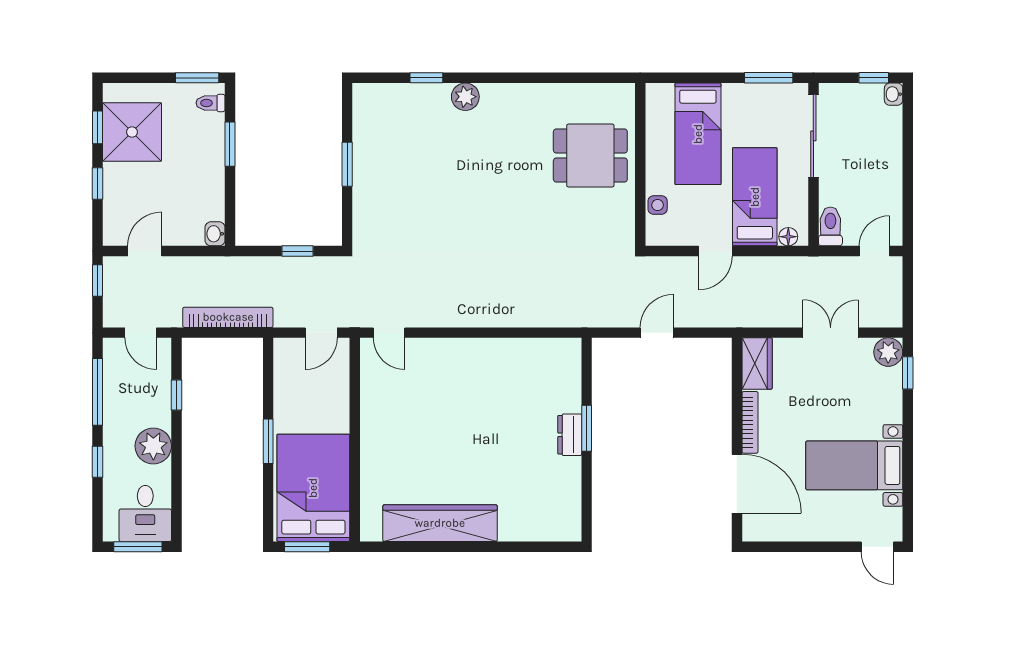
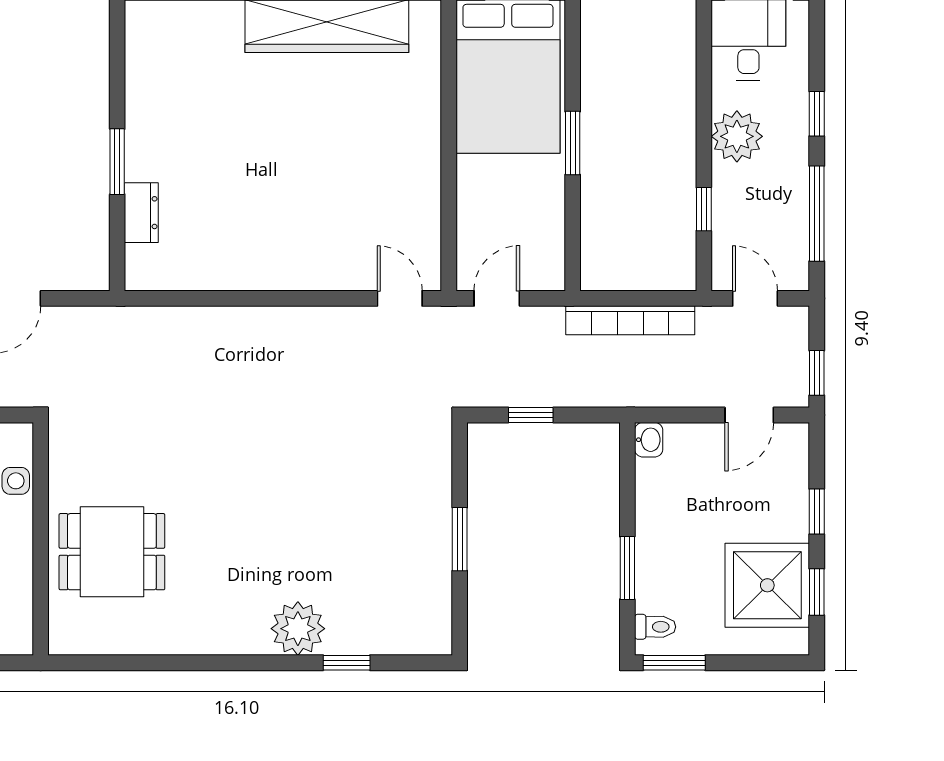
plant: (465, 97) -> (298, 629), width x1.36, depth x1.36
dresser: (570, 435) -> (141, 213), moved

